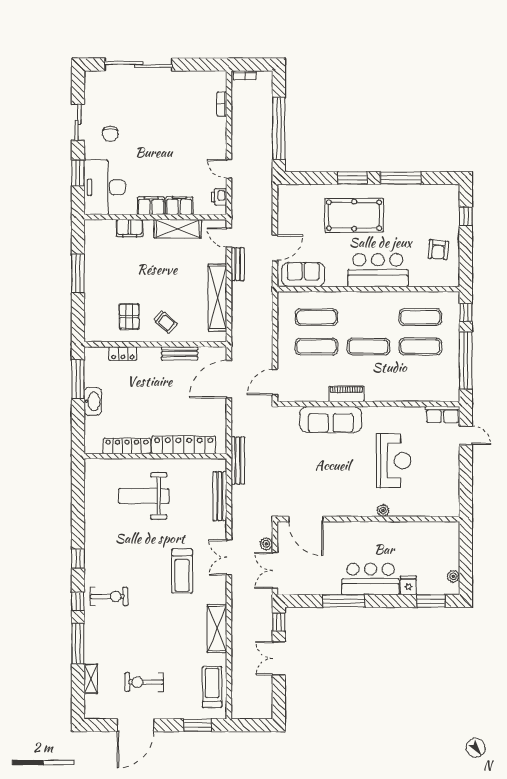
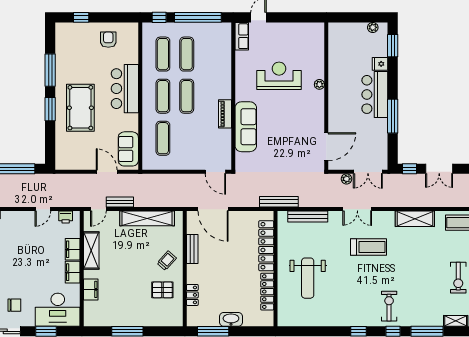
armchair: (438, 250) -> (108, 40), turned -95
exercise mat: (316, 347) -> (163, 96), moved

